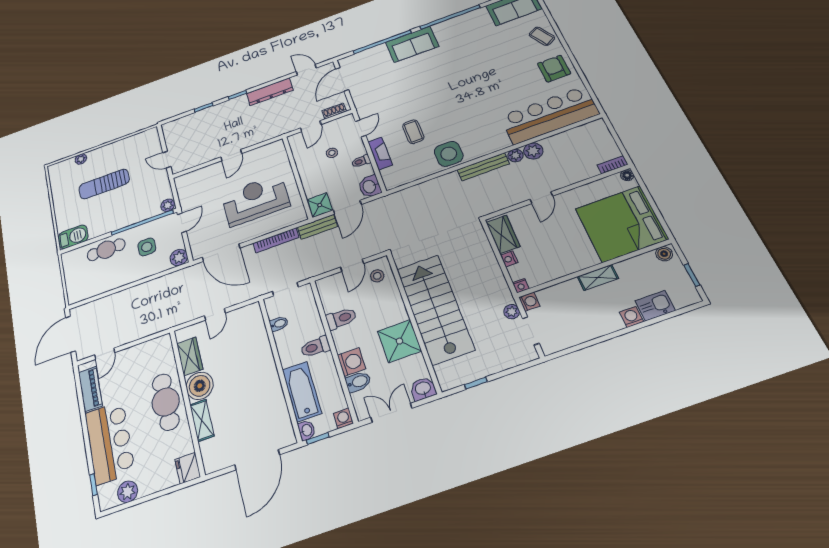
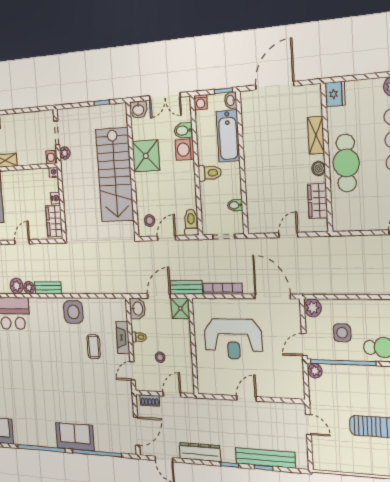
bench: (203, 116) -> (265, 458), added
bench: (483, 167) -> (48, 288), width x0.73
toilet: (341, 318) -> (191, 222), moved, turned 90
boiler: (200, 386) -> (319, 169), width x0.54, depth x0.54

